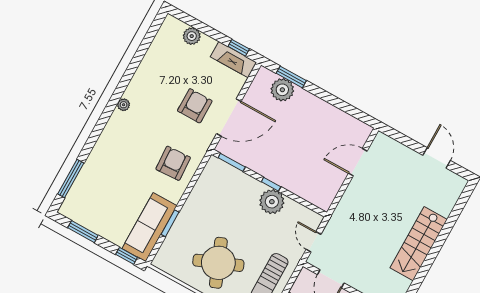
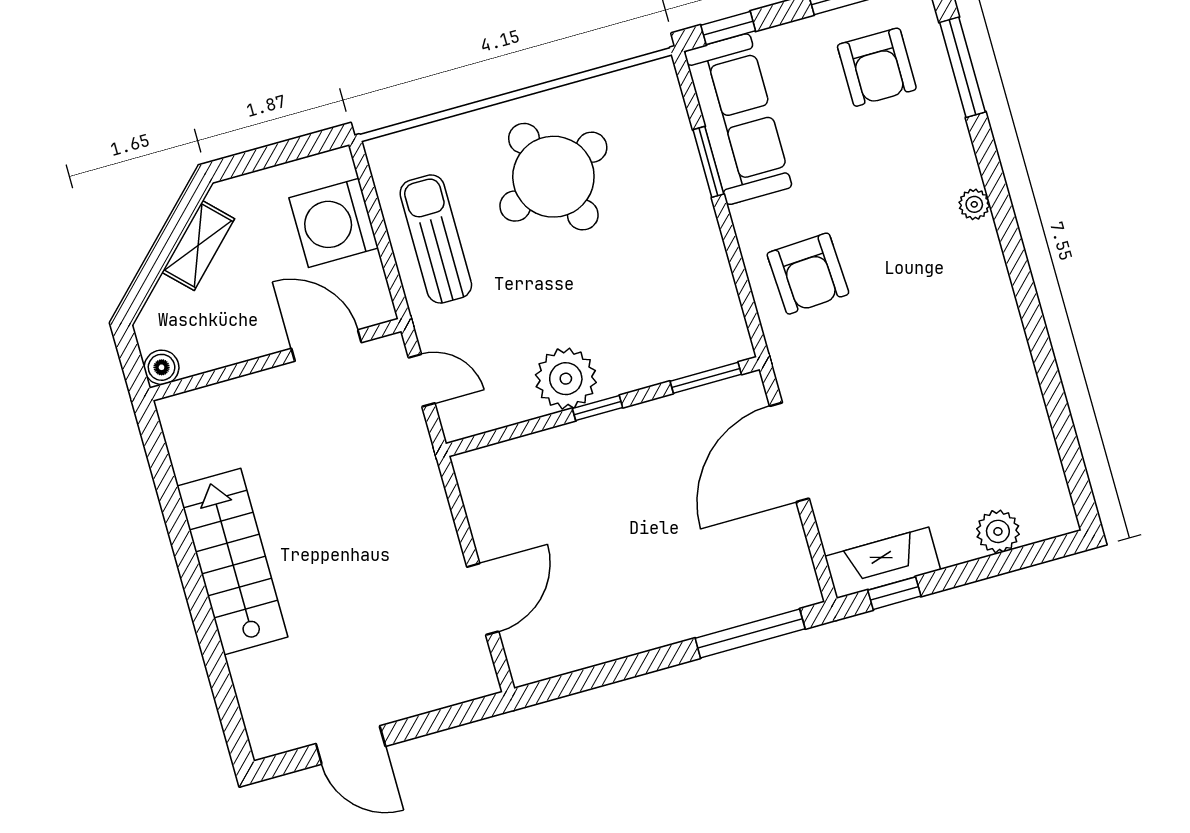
window: (291, 77) -> (750, 633), width x1.44
plant: (282, 90) -> (743, 595), removed
plant: (124, 105) -> (974, 204), moved
armchair: (195, 106) -> (877, 67), moved

